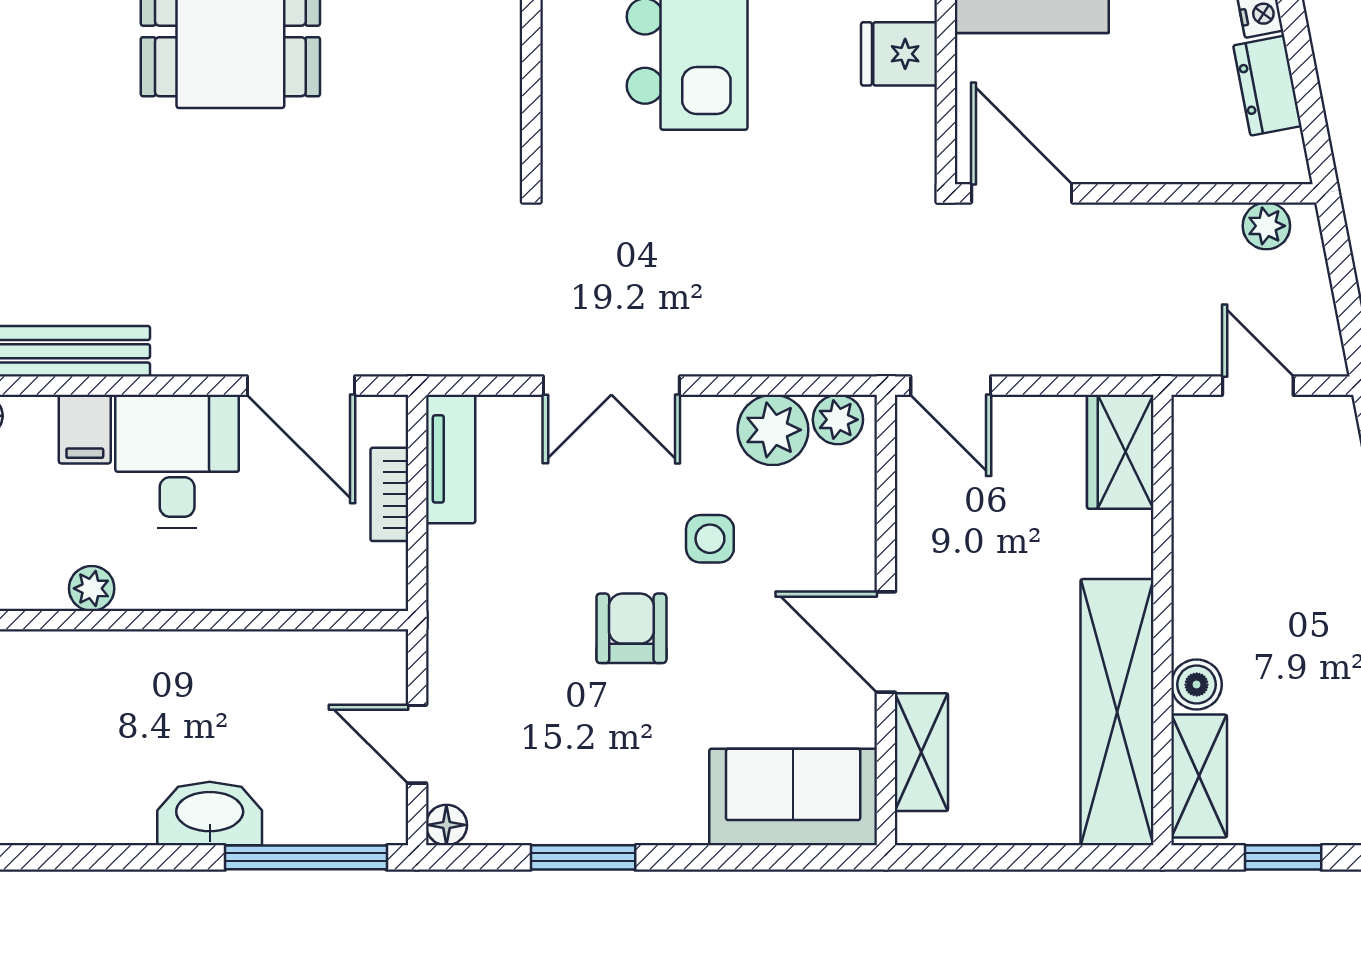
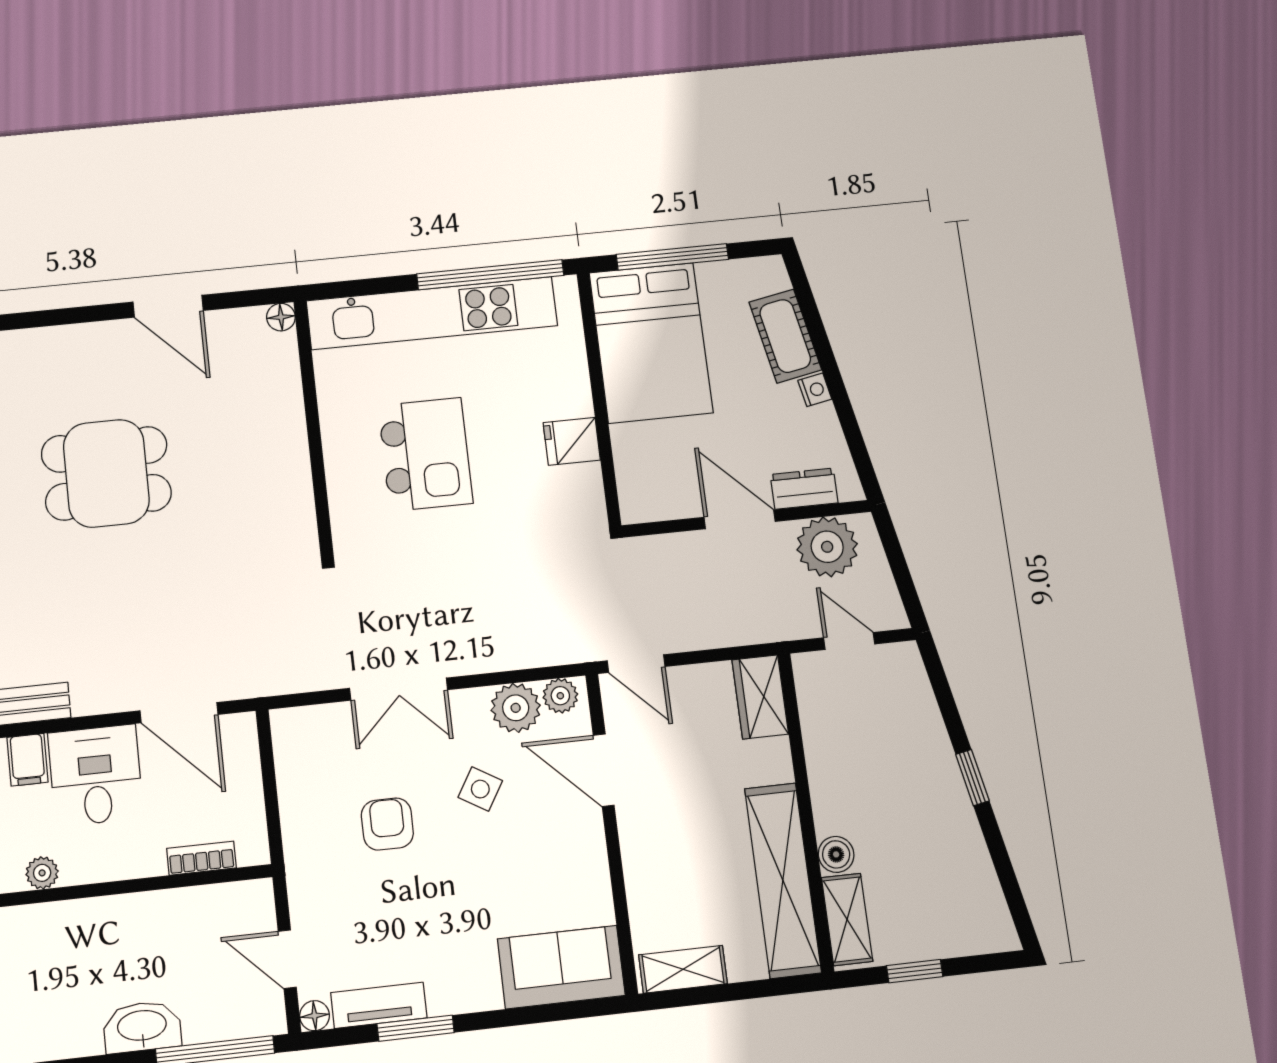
dresser: (1267, 86) -> (804, 489), moved, turned 101
door: (1022, 193) -> (740, 519), moved
plant: (1266, 226) -> (827, 547), width x1.87, depth x1.87
tv unit: (451, 459) -> (379, 1005), moved, turned -90
bookcase: (389, 494) -> (201, 858), moved, turned 90
side table: (710, 539) -> (480, 789), turned 31
armchair: (631, 628) -> (387, 824), moved
door: (886, 642) -> (604, 770), moved
shelving: (921, 752) -> (683, 969), moved, turned 90

